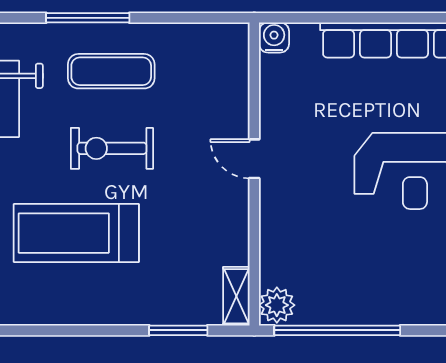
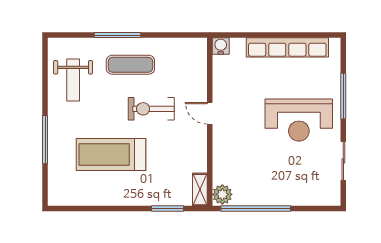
exercise bike: (112, 148) -> (151, 109), moved

